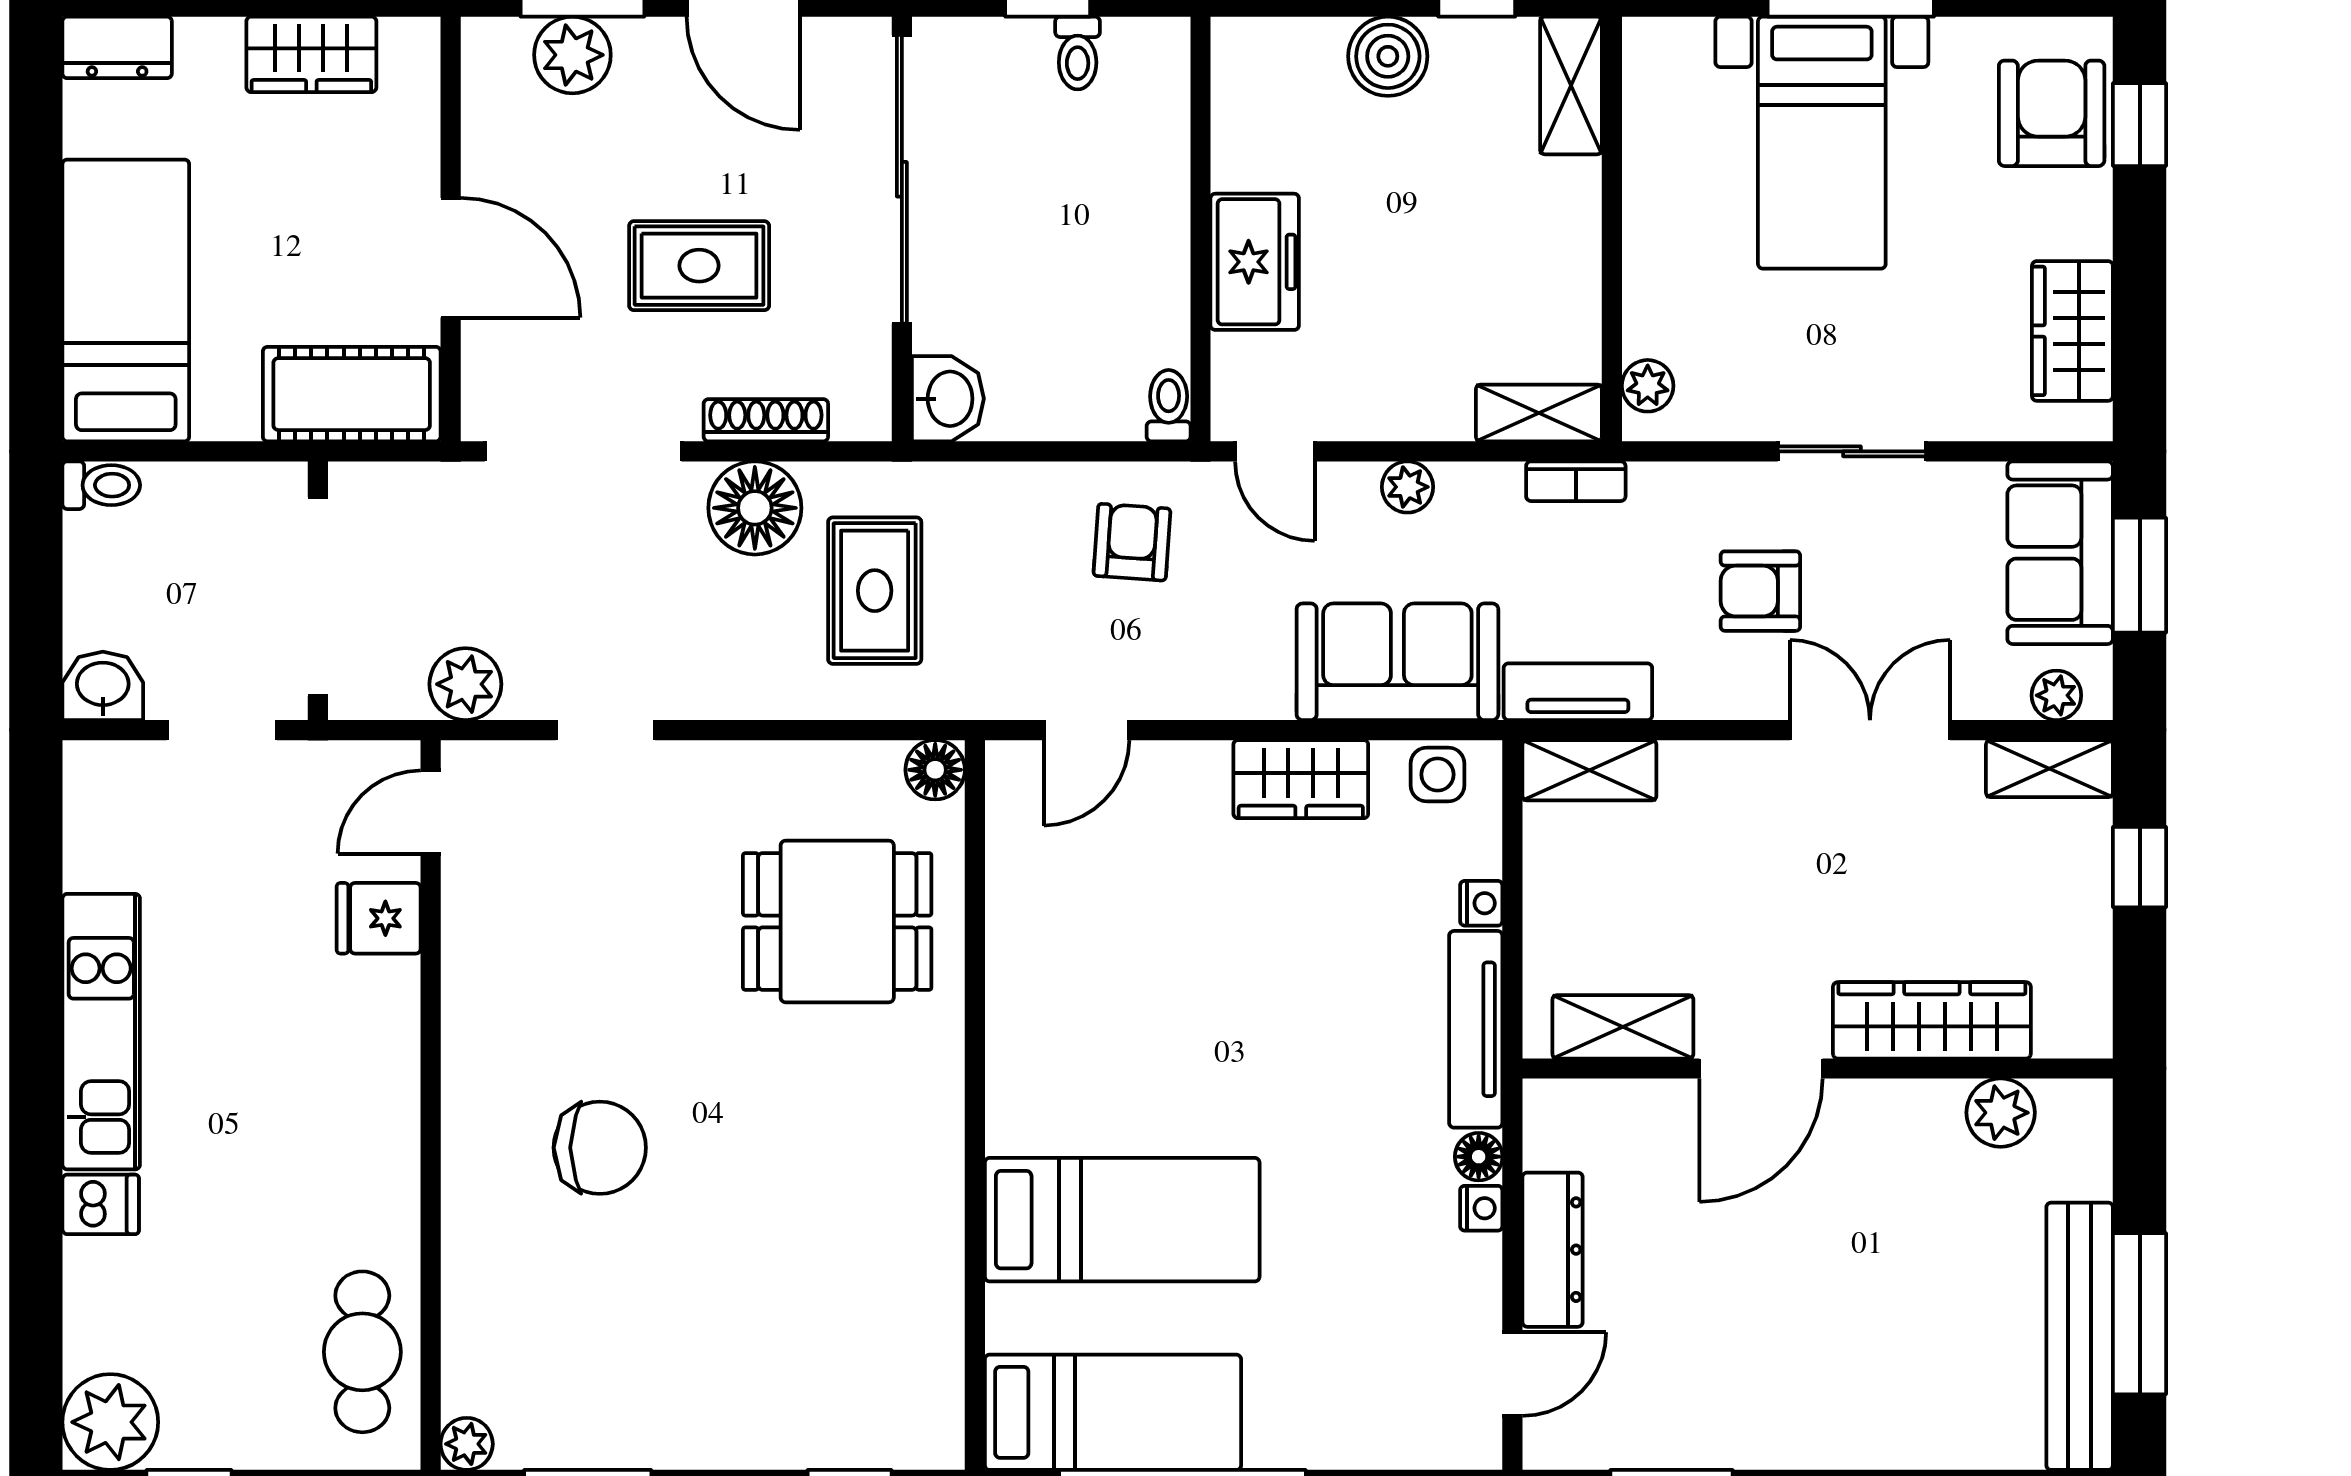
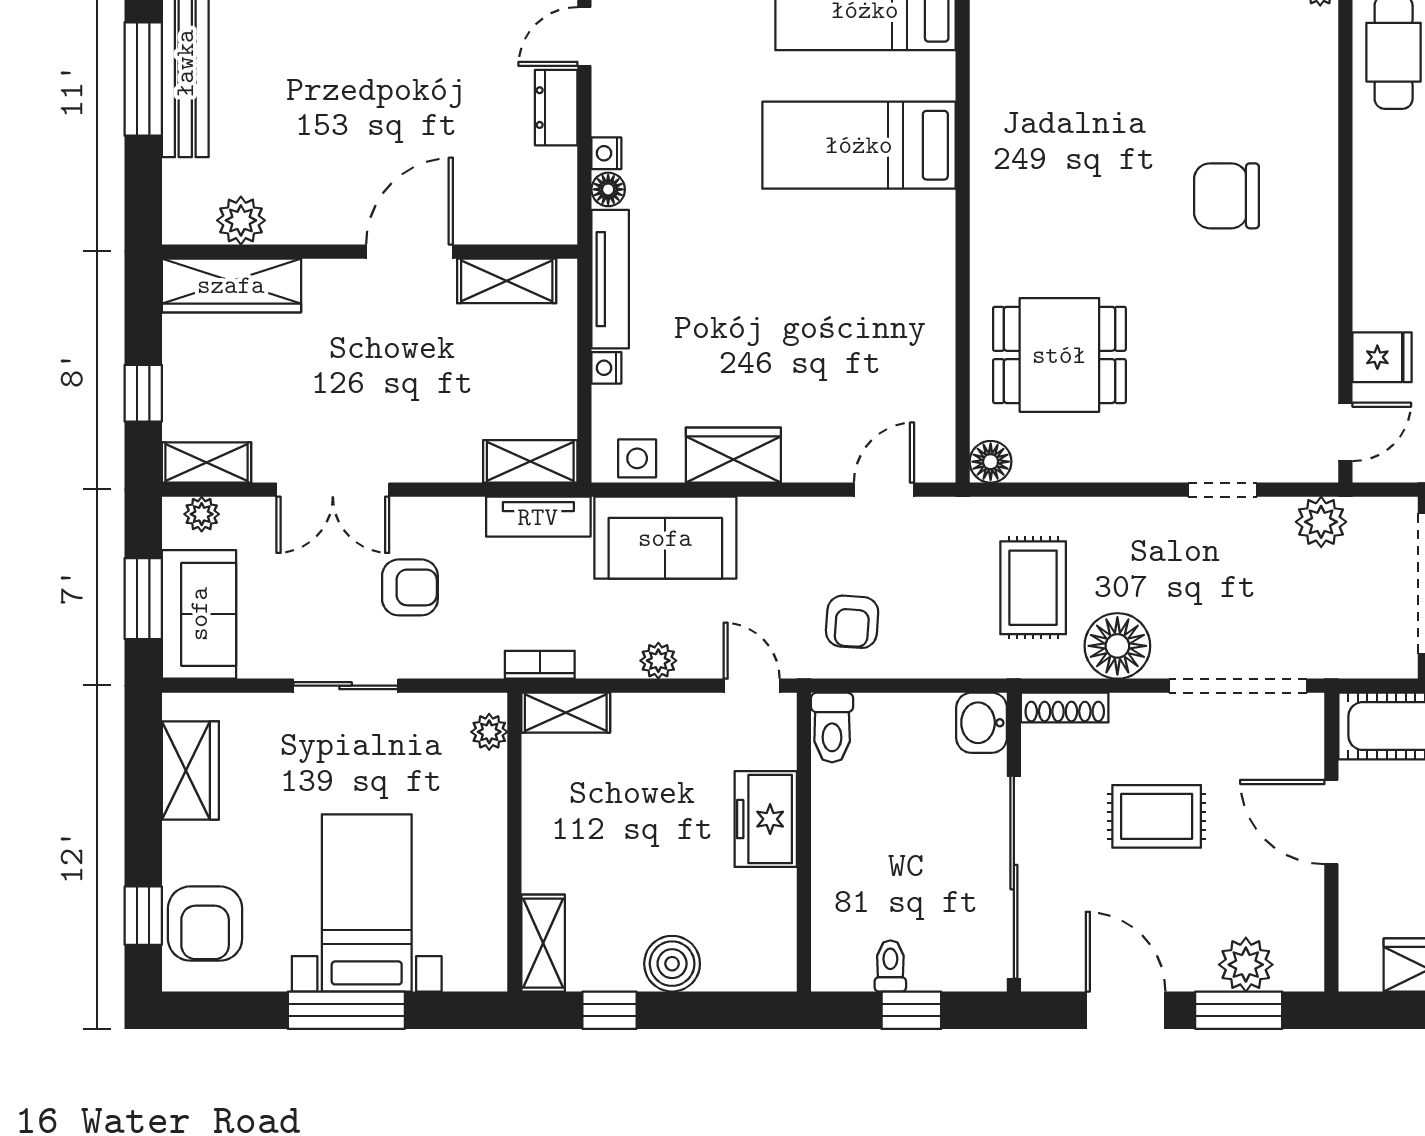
toilet: (1169, 406) -> (832, 728), width x1.37, depth x1.39
shoe rack: (766, 420) -> (1065, 708), moved
wardrobe: (1932, 1020) -> (231, 285), moved
dresser: (1553, 1250) -> (556, 108), width x0.70

